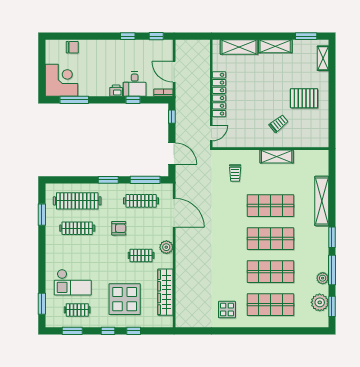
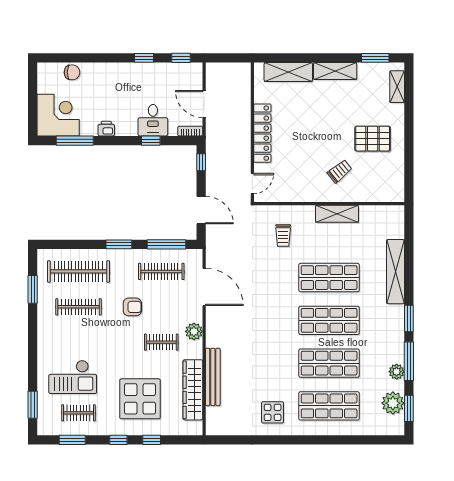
printer: (116, 91) -> (106, 129), moved
bench: (181, 282) -> (213, 377), added

